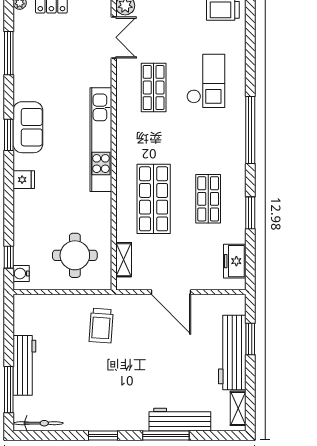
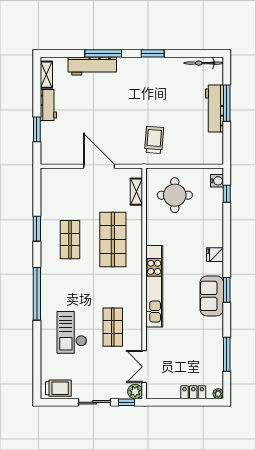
freezer: (235, 261) -> (49, 191), removed
workbench: (232, 352) -> (48, 105), width x0.53, depth x0.76
window: (9, 390) -> (227, 103), moved

